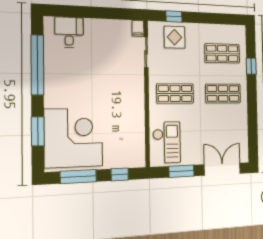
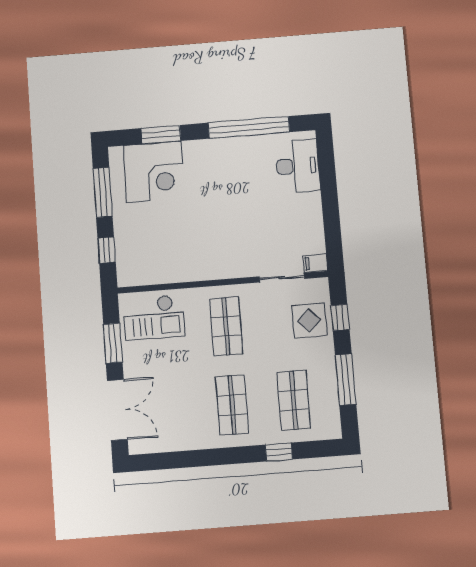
window: (212, 18) -> (346, 380), added
desk: (69, 32) -> (298, 166), width x1.37
corner desk: (74, 138) -> (154, 172), width x0.74, depth x0.74

